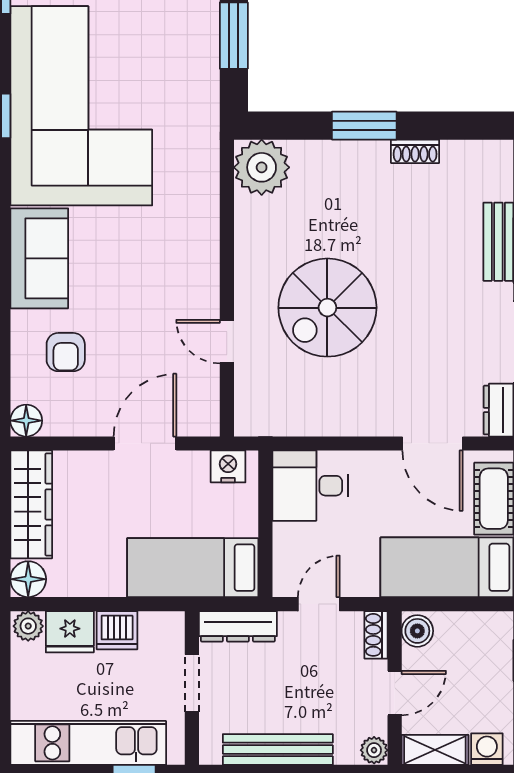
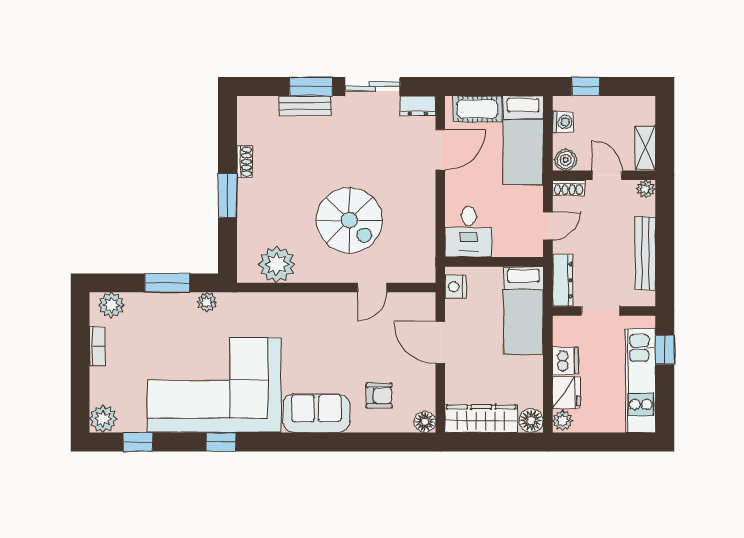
plant: (205, 95) -> (207, 302), added
plant: (262, 167) -> (277, 264), moved
door: (319, 604) -> (548, 226), swing flipped
washing machine: (487, 749) -> (563, 122), moved, turned 180

